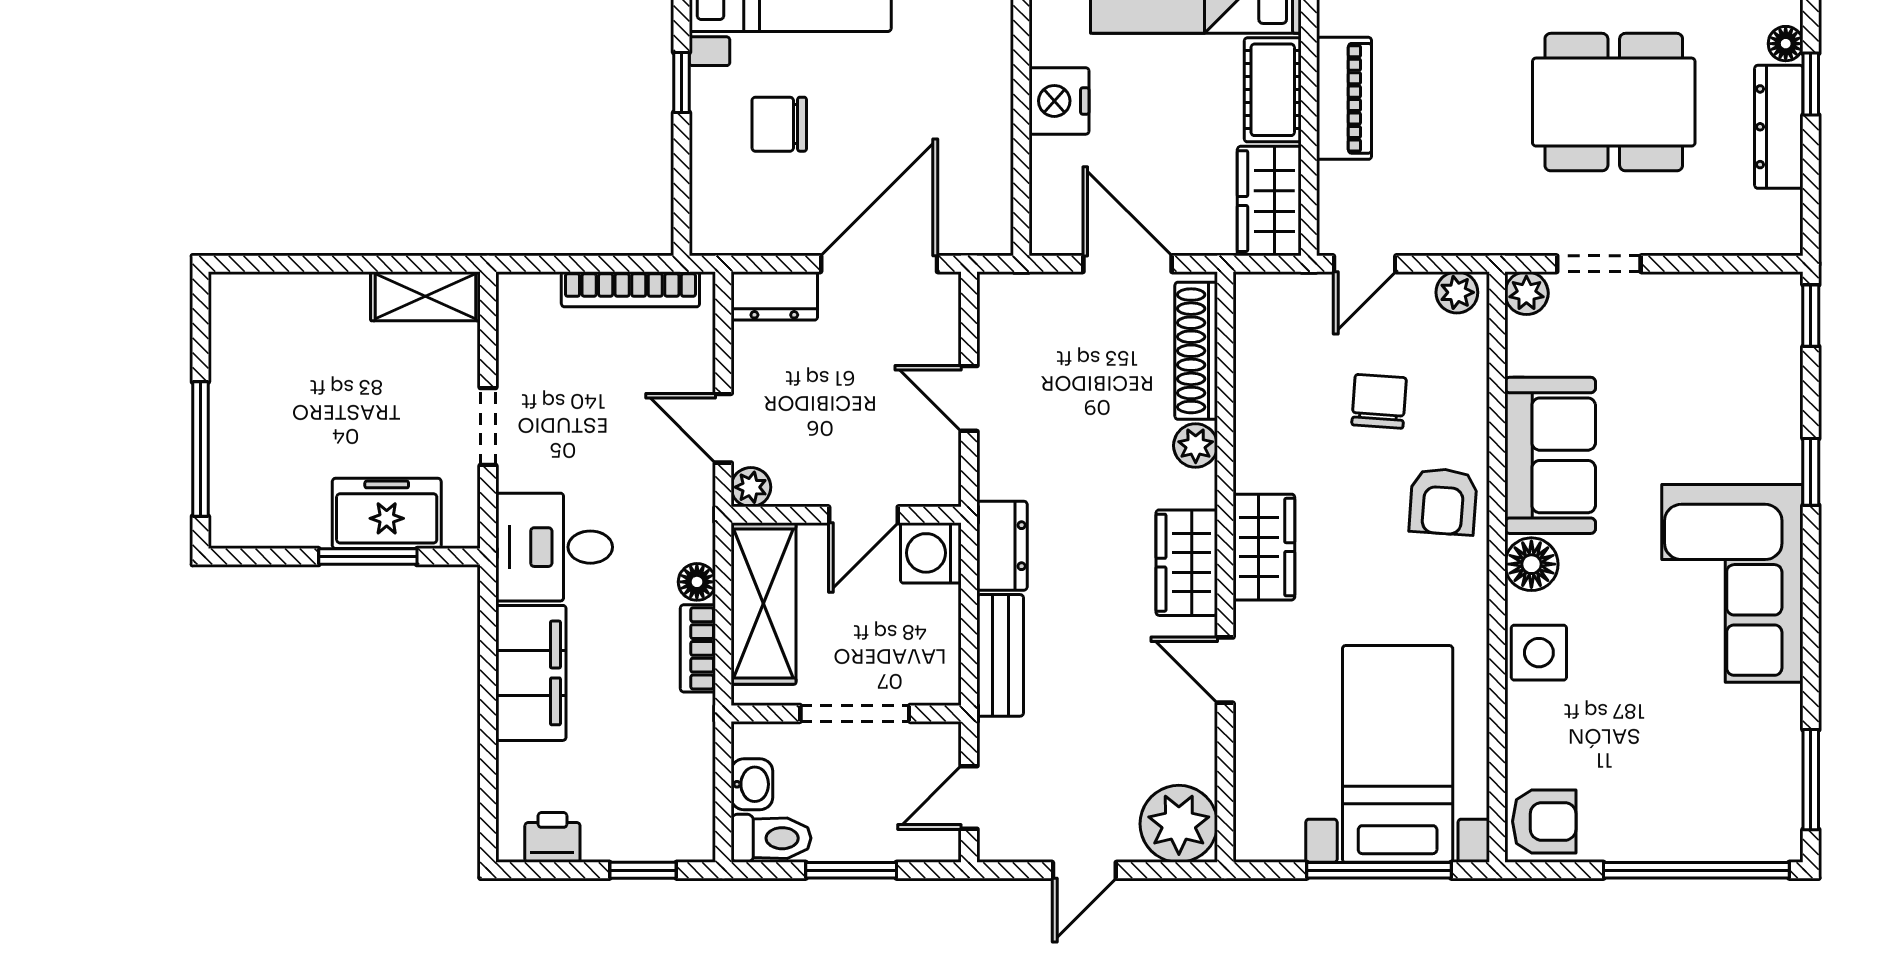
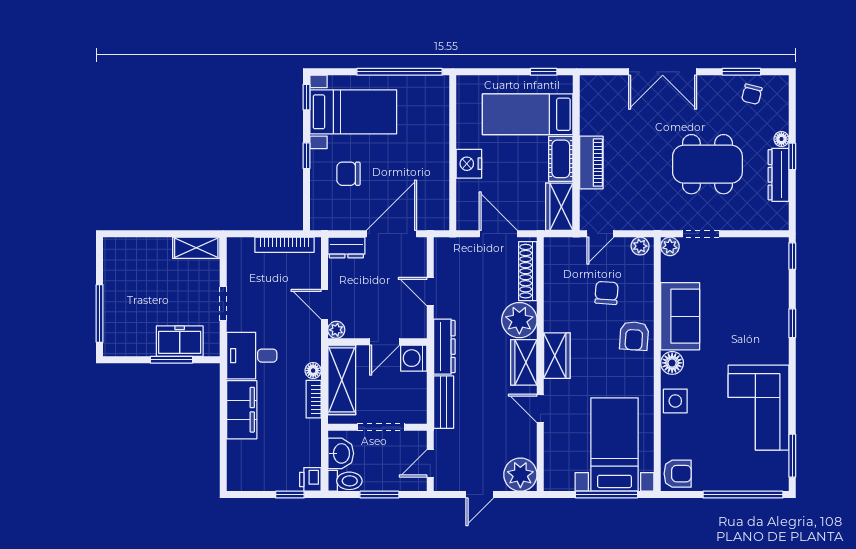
plant: (1196, 446) -> (519, 320), width x1.87, depth x1.87
dresser: (1002, 546) -> (444, 347), width x1.44
corner sofa: (1732, 583) -> (759, 408), moved
washbasin: (752, 784) -> (341, 453), width x1.38, depth x1.45
printer: (552, 837) -> (310, 479), moved, turned -90

